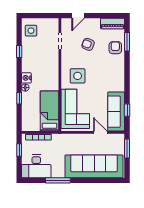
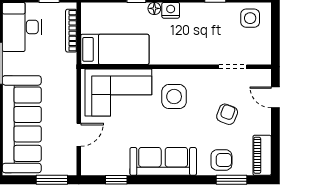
sofa: (116, 112) -> (163, 161), moved

